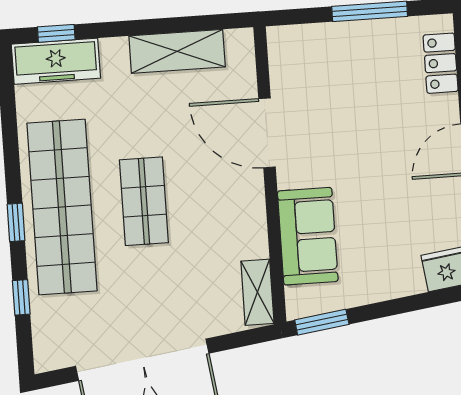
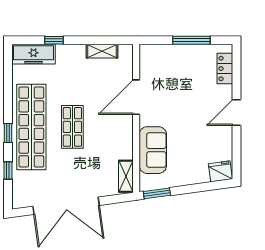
window: (56, 33) -> (54, 40), moved
shelving: (177, 51) -> (102, 51), width x0.67, depth x0.75
door: (267, 133) -> (136, 97), hinge flipped

